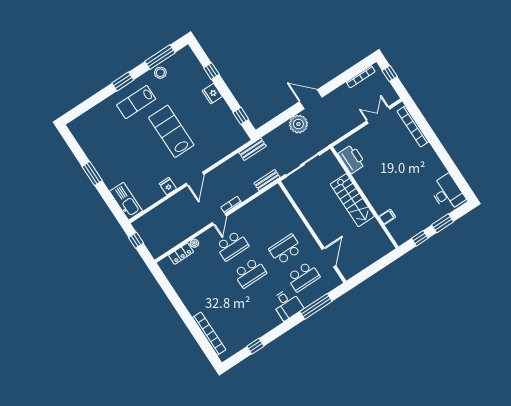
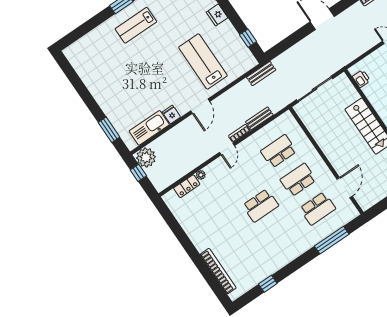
plant: (298, 124) -> (146, 157), moved
lab bench: (171, 131) -> (203, 61), moved
printer: (352, 159) -> (361, 79), width x0.53, depth x0.68
window: (92, 173) -> (109, 130), moved
bench: (267, 180) -> (259, 118), moved
kitchen sink: (126, 201) -> (149, 128), moved, turned -90
school desk: (232, 246) -> (279, 151), moved, turned 180
desk: (287, 304) -> (301, 238), removed

